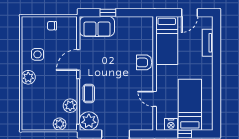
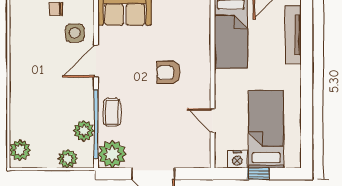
tv unit: (208, 43) -> (293, 35), width x1.41
side table: (38, 54) -> (75, 33), moved
armchair: (144, 62) -> (169, 72), moved
plant: (28, 77) -> (20, 150), moved

